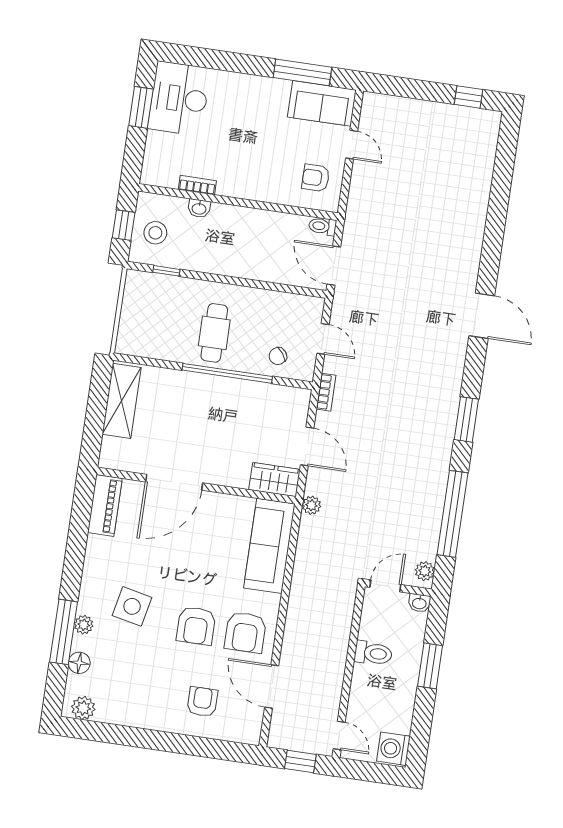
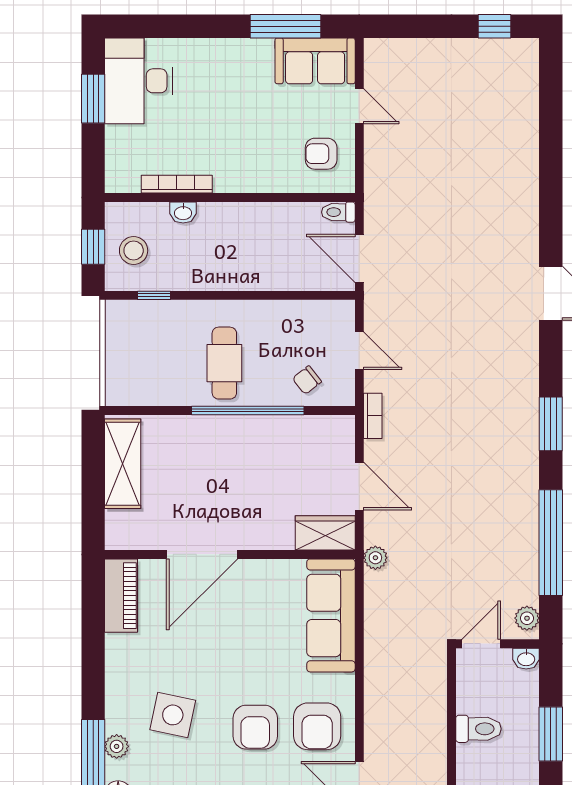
bookcase: (197, 185) -> (177, 184), width x1.56

